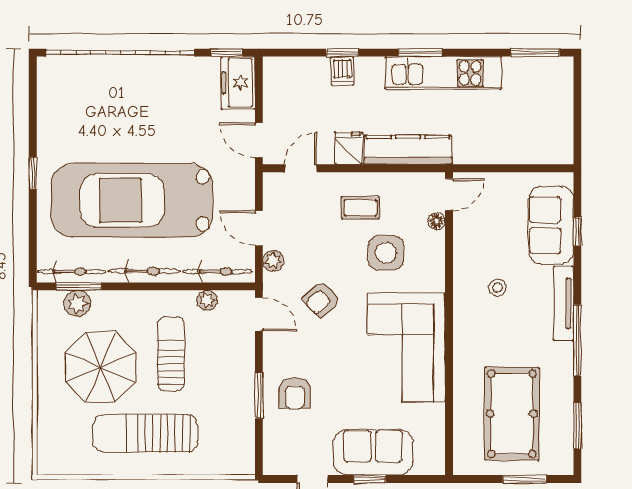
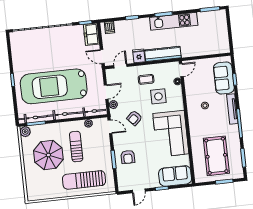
dishwasher: (343, 71) -> (110, 27), moved
door: (259, 228) -> (106, 92), swing flipped
plant: (77, 303) -> (25, 132), moved
sun lounger: (145, 433) -> (84, 180), moved
sofa: (373, 452) -> (175, 176), moved

